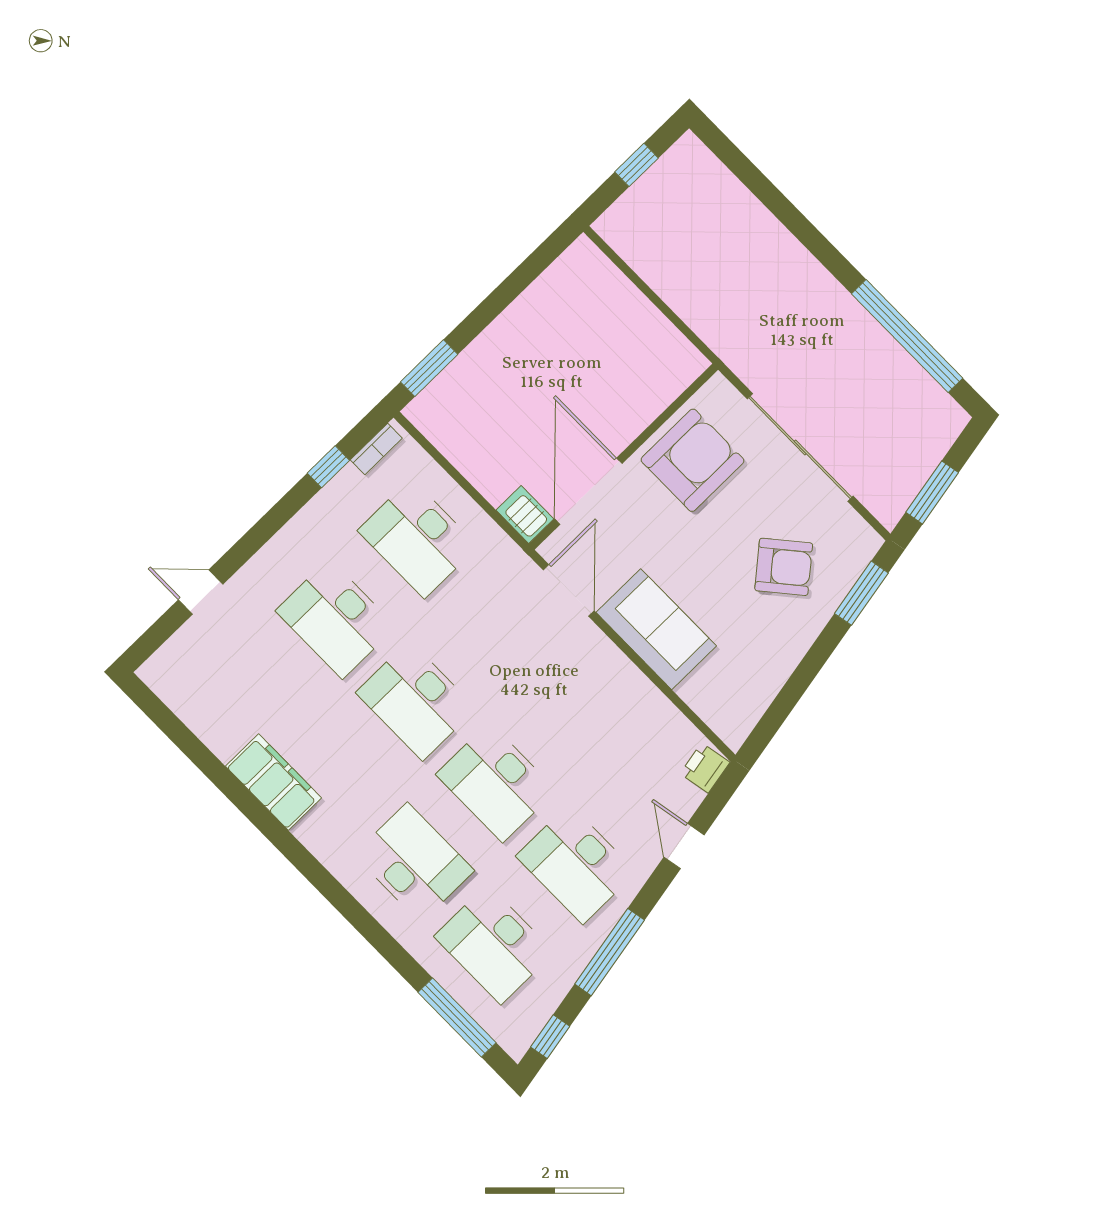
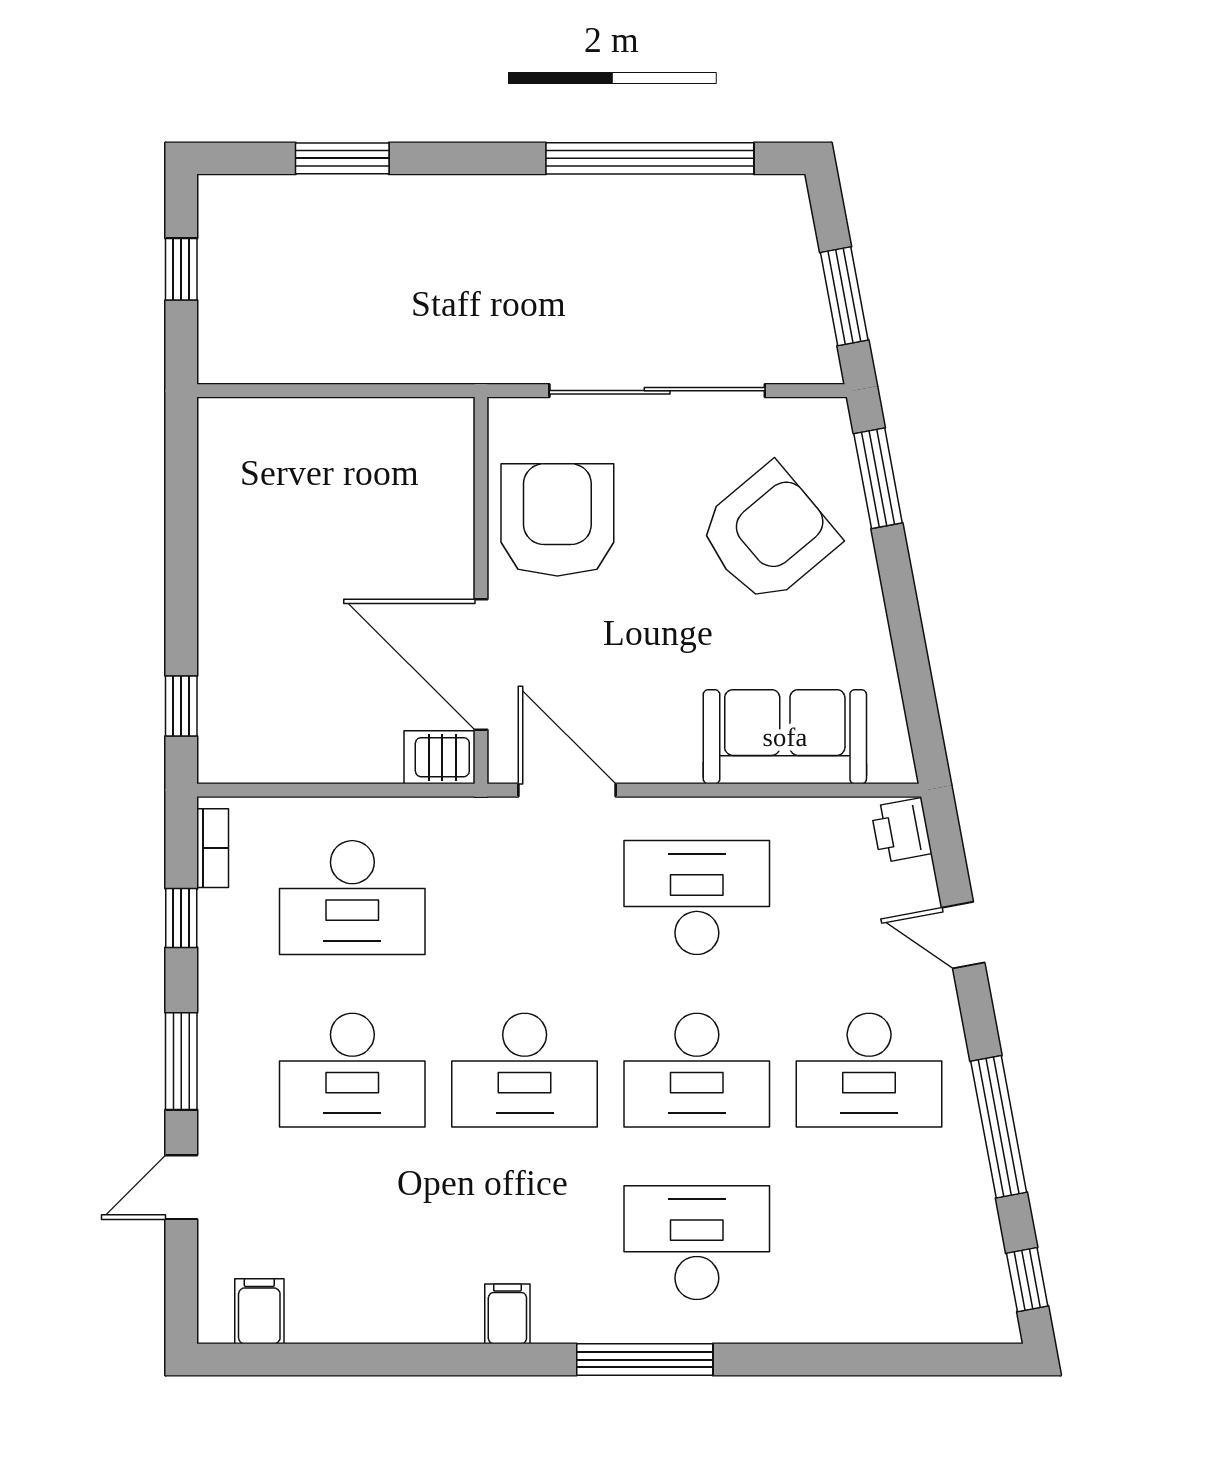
window: (764, 190) -> (342, 158), added
window: (429, 368) -> (181, 706), width x0.67
window: (260, 533) -> (181, 1061), added
armchair: (784, 567) -> (768, 534), width x1.36, depth x1.36
sofa: (656, 629) -> (785, 737), moved
filing cabinet: (178, 687) -> (259, 1311), added
filing cabinet: (274, 782) -> (507, 1314), width x0.33, depth x0.86
desk: (494, 944) -> (697, 898), moved, turned 180
window: (457, 1018) -> (645, 1360), moved

